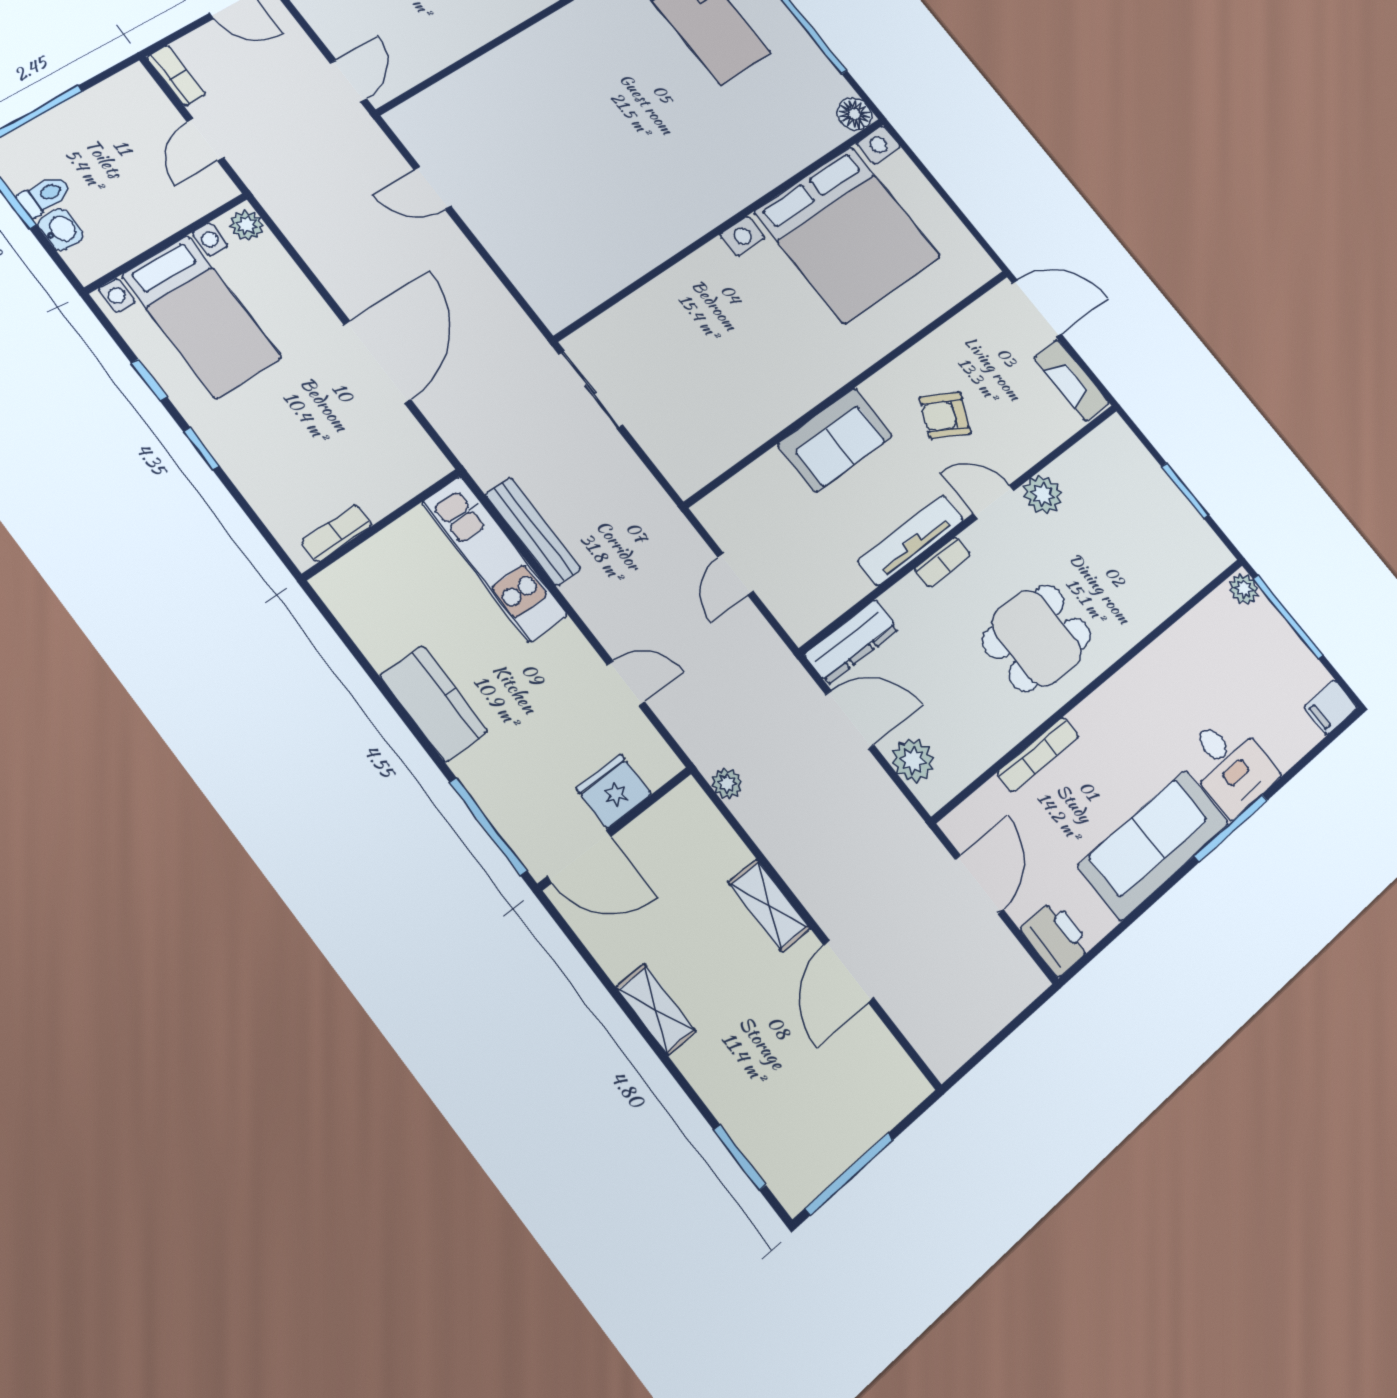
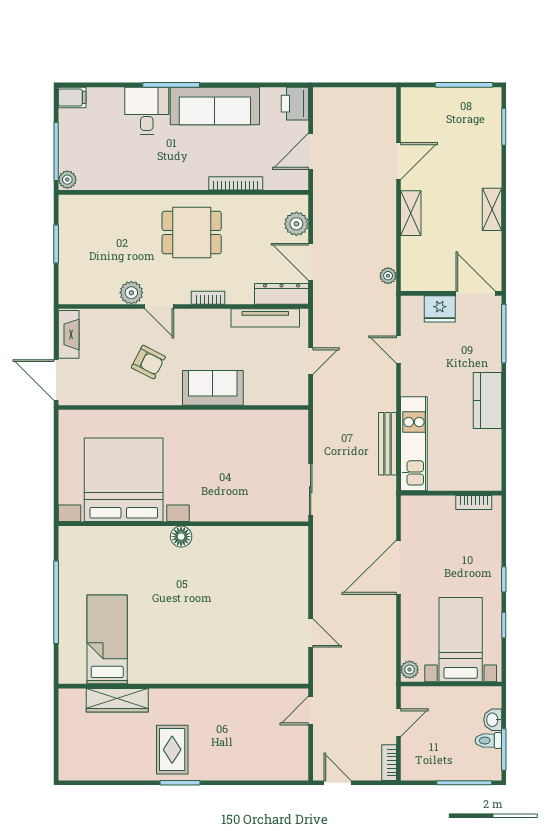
floor lamp: (854, 114) -> (181, 537), moved
tv unit: (911, 540) -> (265, 318), moved

